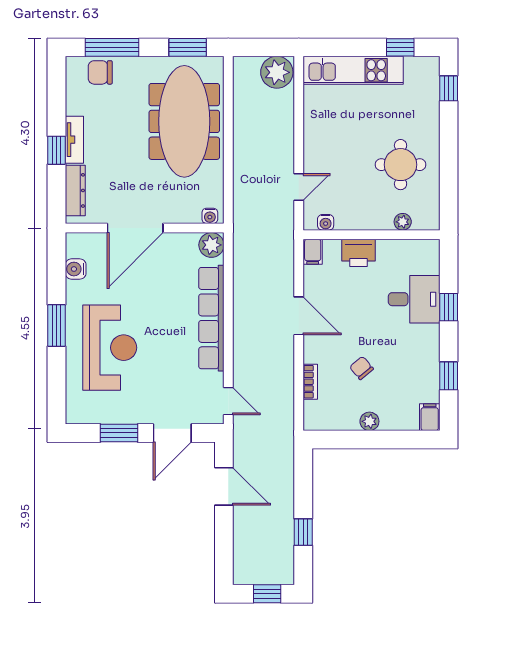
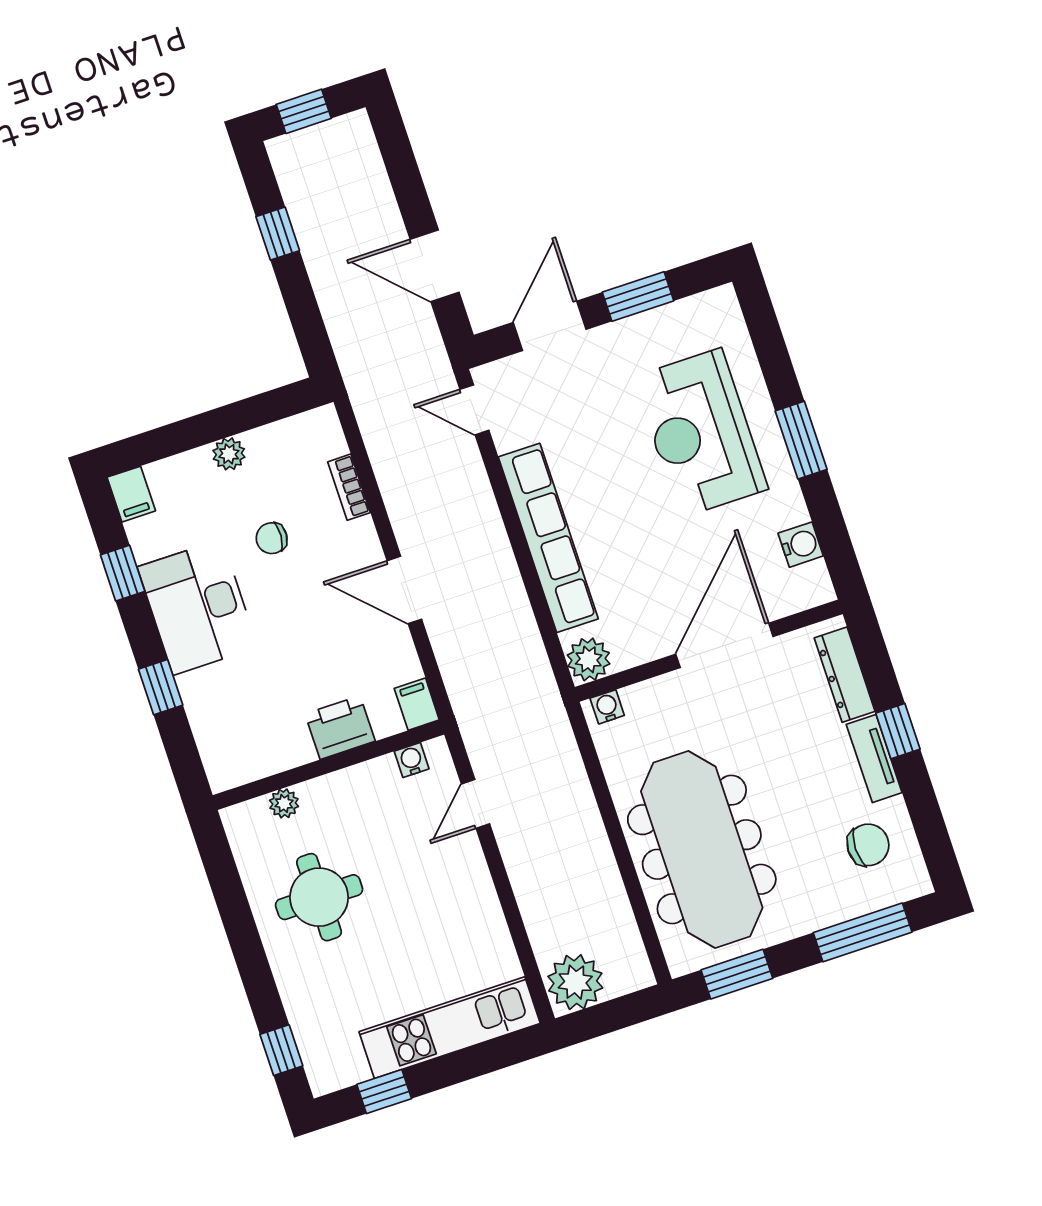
chair: (100, 72) -> (868, 845), moved
desk: (414, 299) -> (198, 607), moved, width x1.37
chair: (361, 368) -> (272, 538), turned 134

